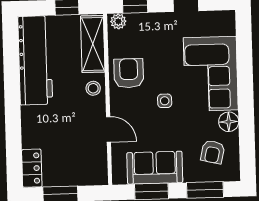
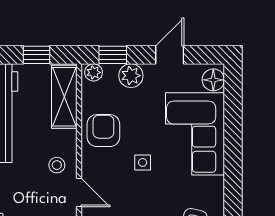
plant: (152, 23) -> (131, 76), added
stool: (93, 88) -> (57, 165), moved
floor lamp: (229, 122) -> (213, 80), moved

